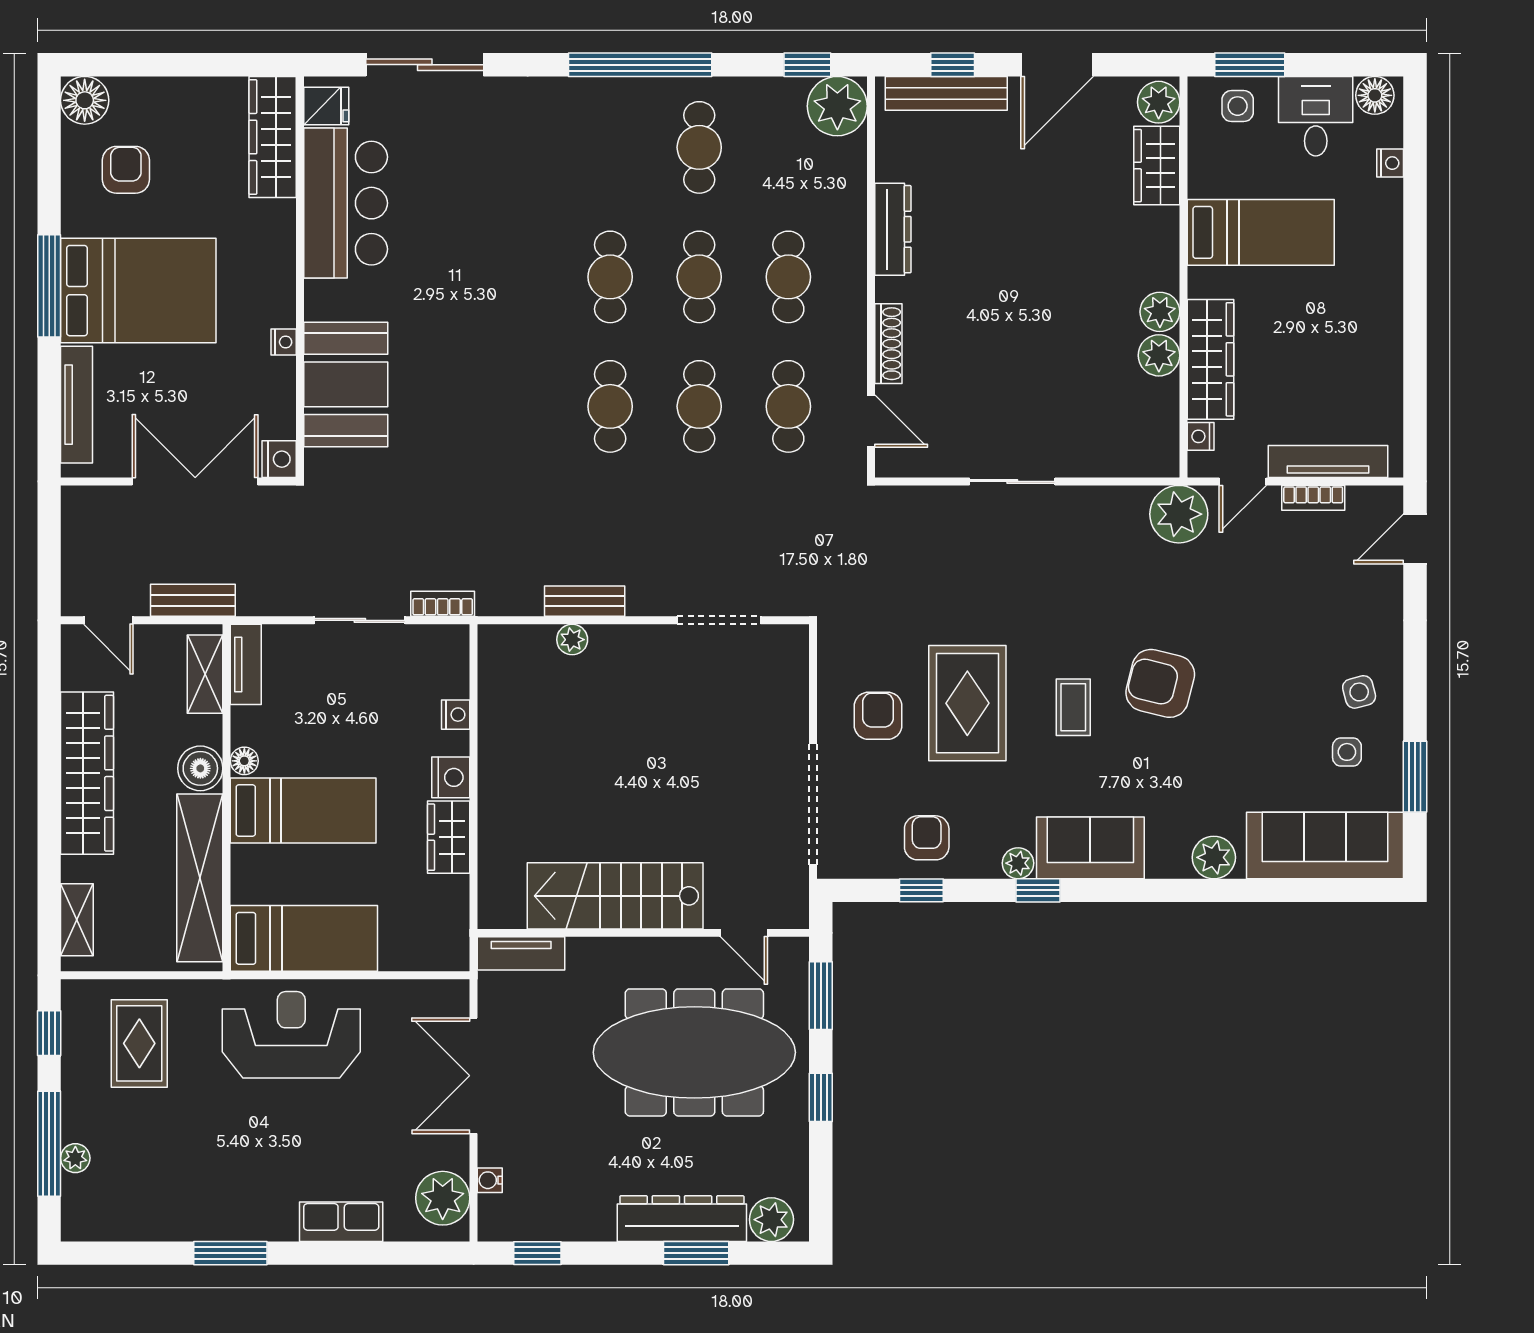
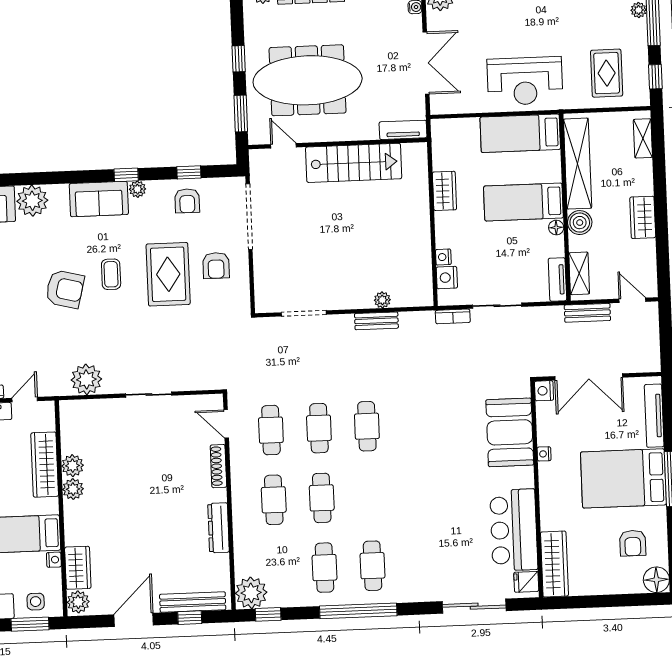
cafe table: (610, 277) -> (372, 566), moved
nightstand: (1201, 436) -> (54, 560), moved
plant: (1179, 514) -> (86, 379), moved
wardrobe: (87, 773) -> (643, 217), width x0.48, depth x0.85
nightstand: (451, 777) -> (447, 278), moved
plant: (1214, 857) -> (32, 201), width x1.36, depth x1.36

